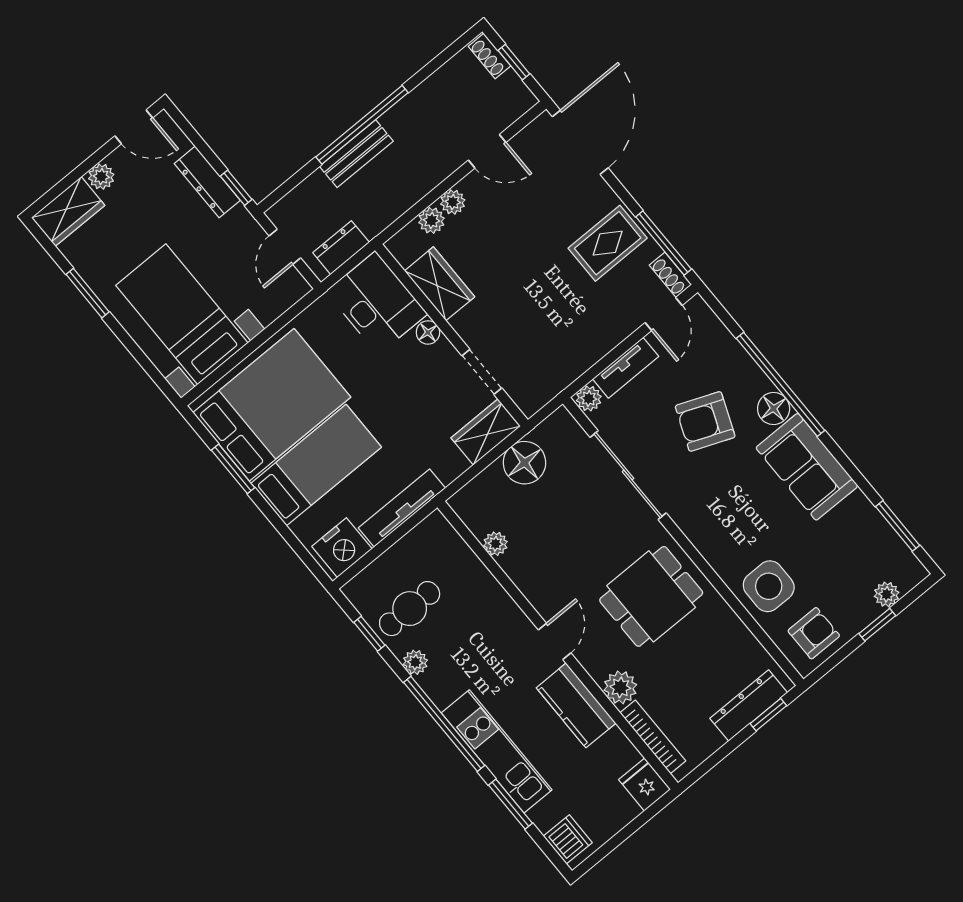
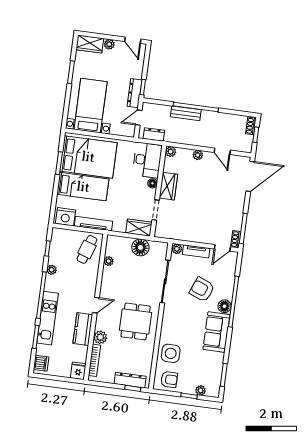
dresser: (207, 182) -> (134, 93), moved
plant: (431, 220) -> (171, 152), moved
rug: (608, 243) -> (228, 212), removed
wardrobe: (440, 284) -> (168, 186), moved
dining table: (651, 596) -> (136, 321), turned 90
cafe table: (410, 609) -> (87, 249), moved, turned -71

